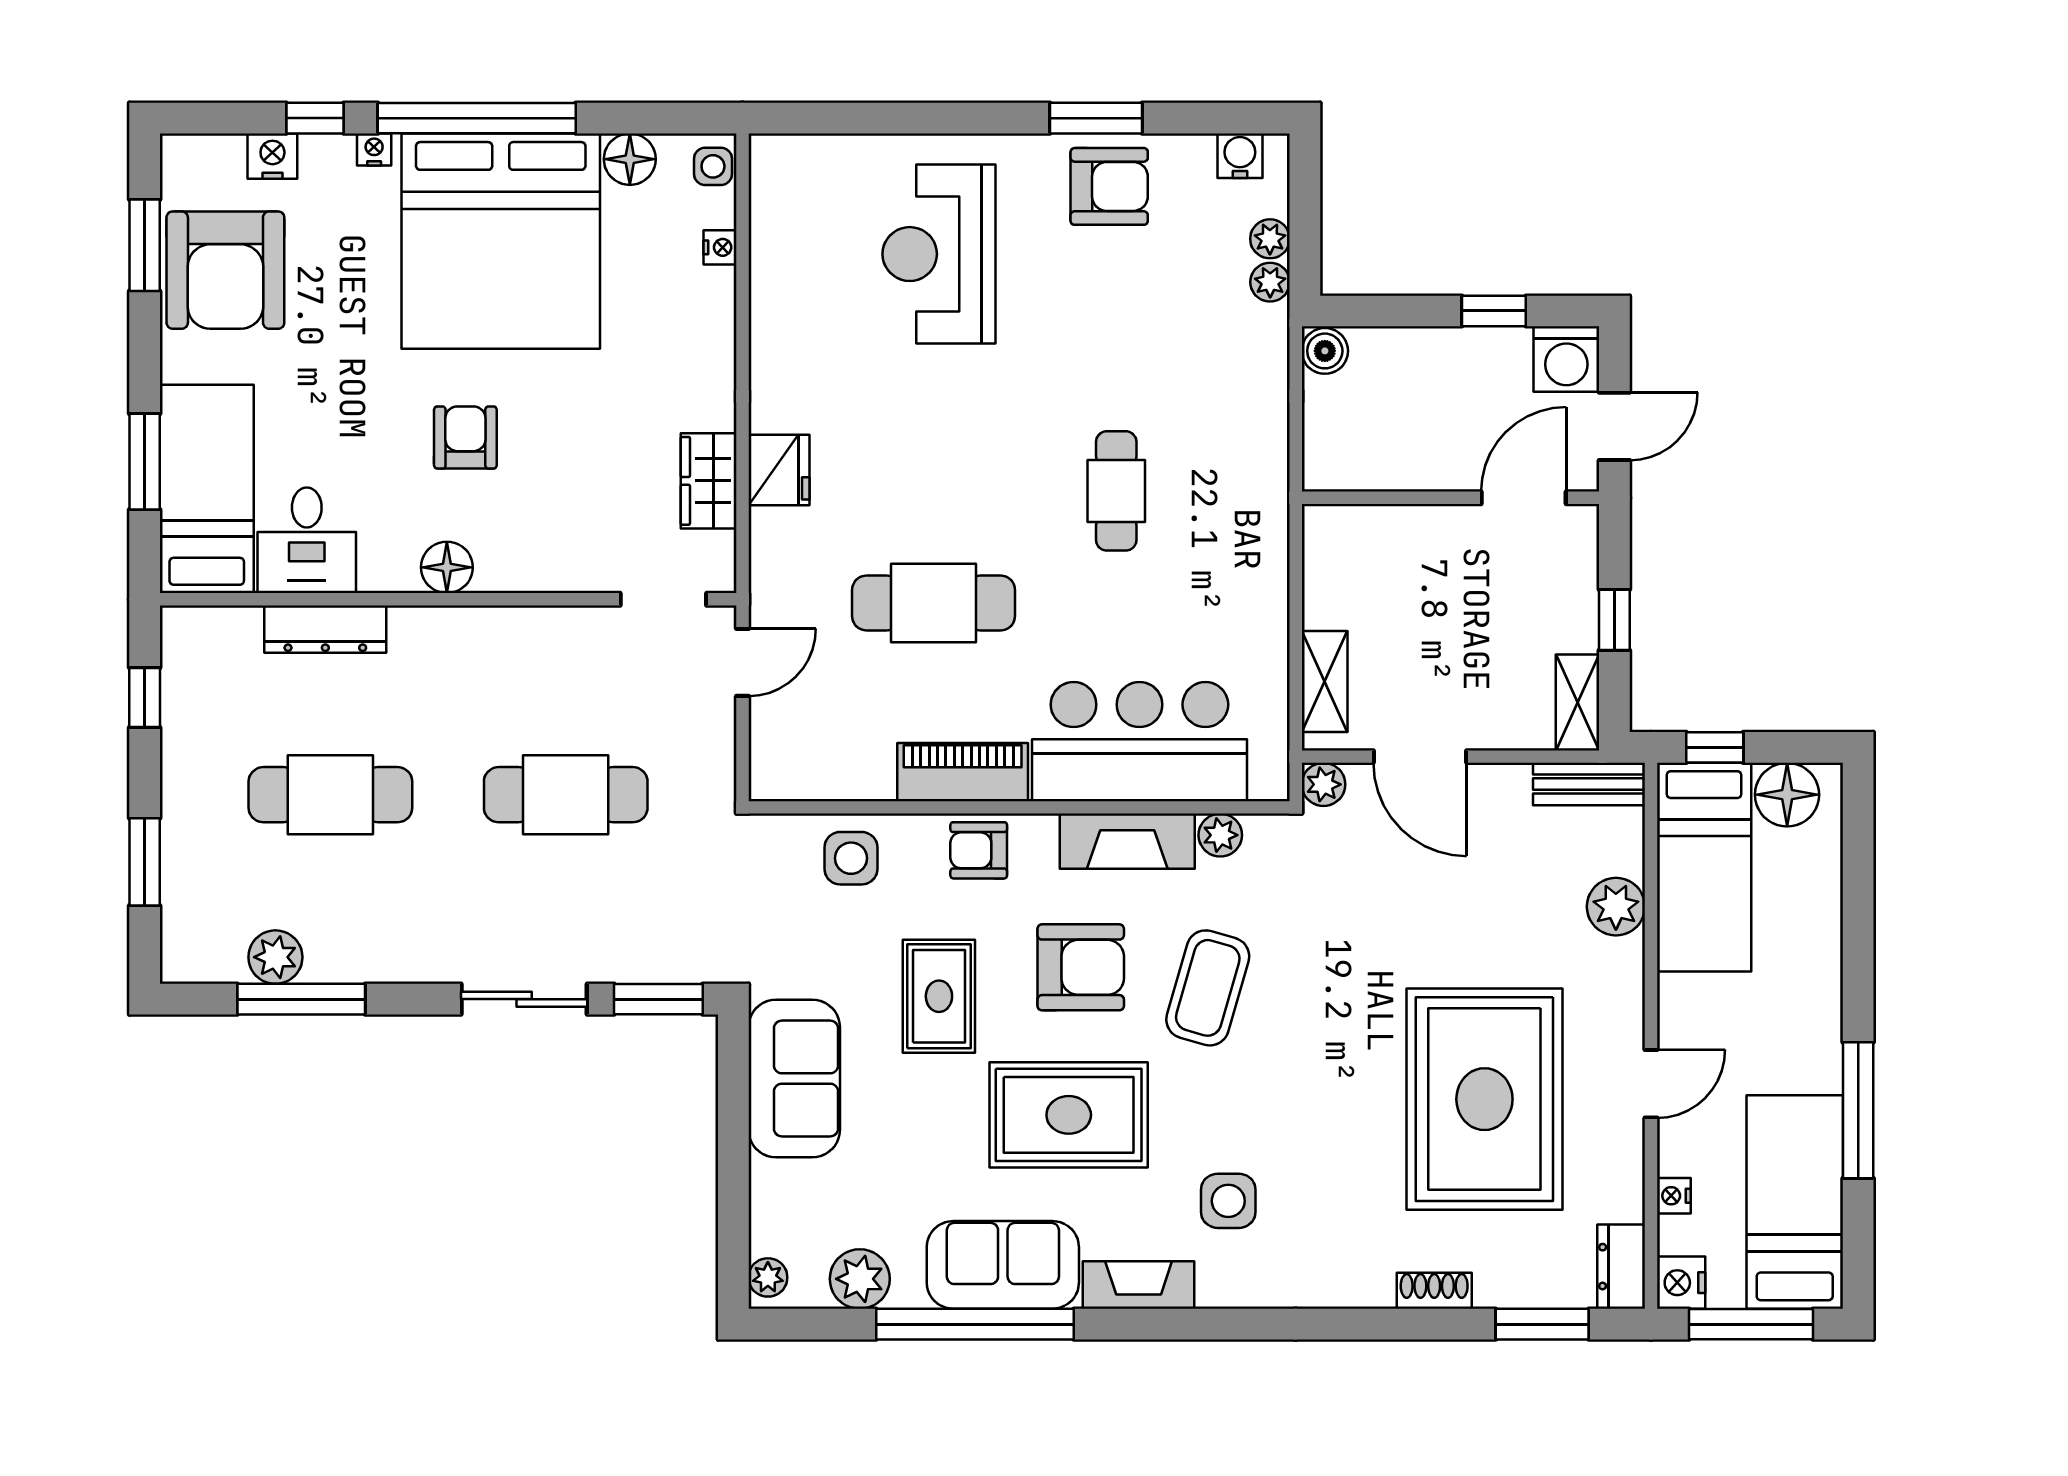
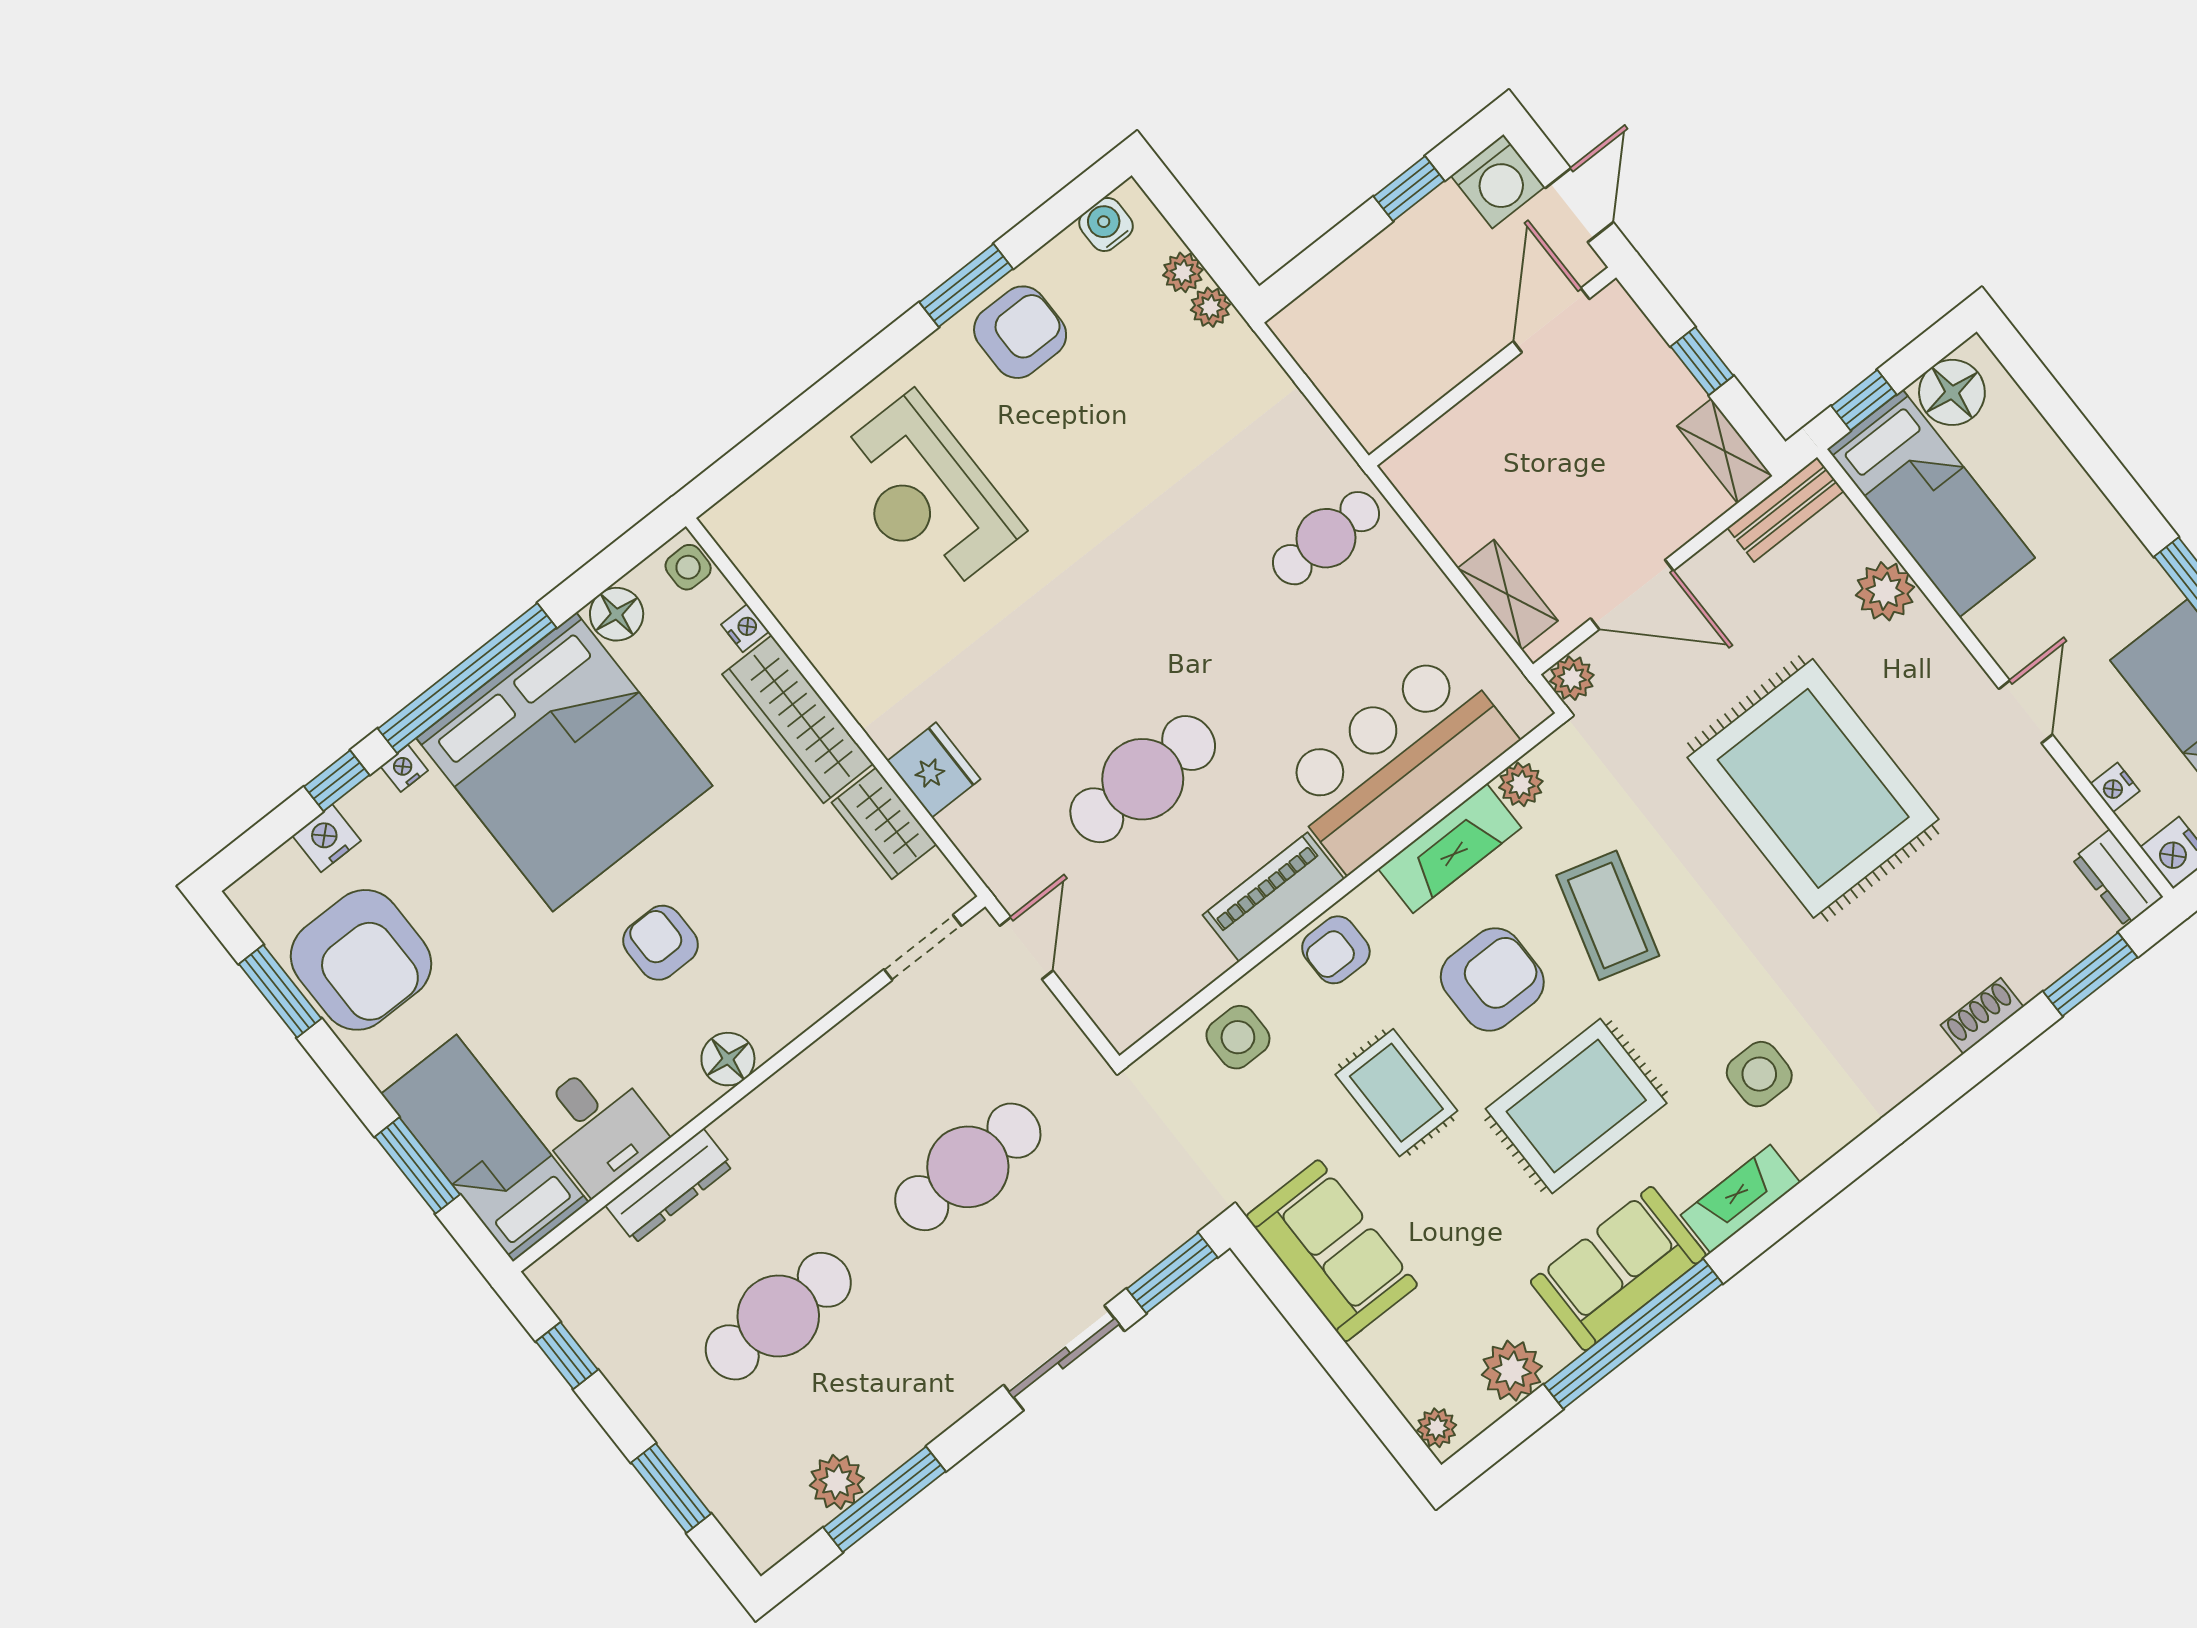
wardrobe: (705, 349) -> (798, 719), added
boiler: (1325, 351) -> (1298, 328), removed
cafe table: (1116, 491) -> (1326, 538), moved, turned 90
rug: (1484, 1099) -> (1813, 788), moved

